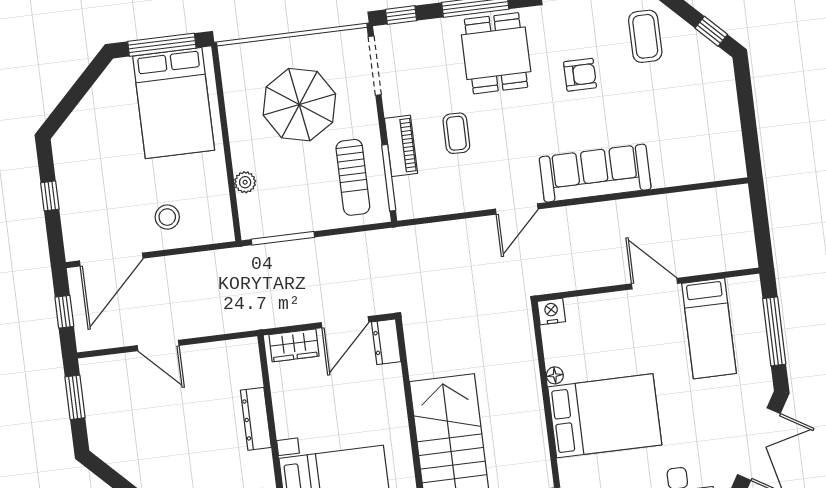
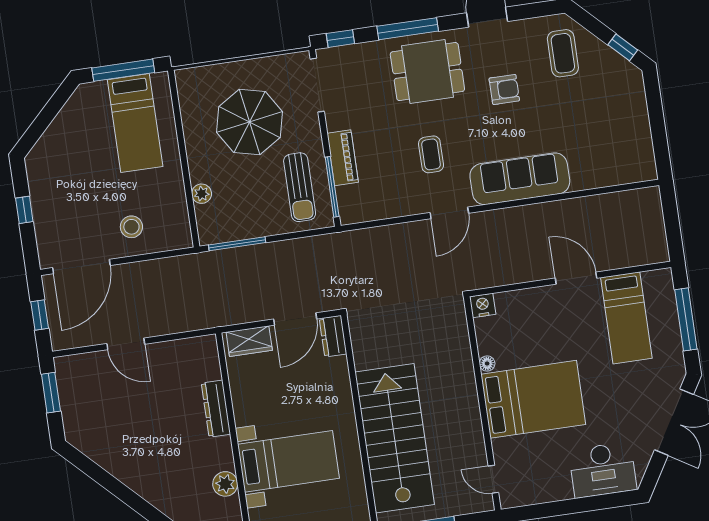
dining table: (496, 53) -> (427, 72), turned 90
bed: (174, 103) -> (135, 123), width x0.67
coffee table: (456, 133) -> (431, 154), moved

